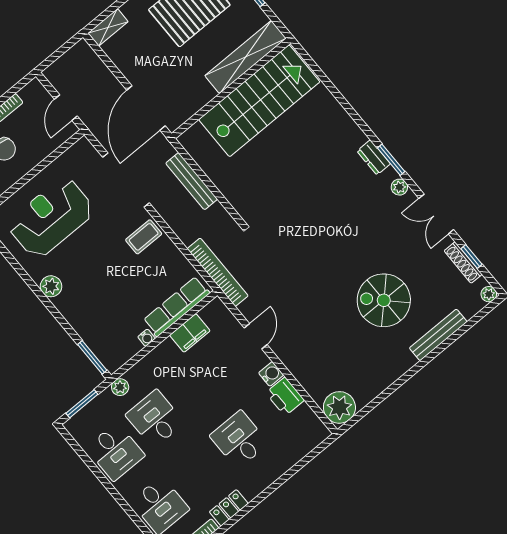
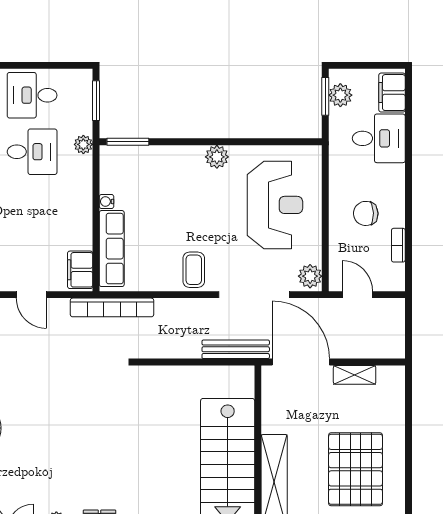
shelving: (108, 27) -> (355, 375), moved, turned 90
plant: (80, 152) -> (310, 276), added
bench: (192, 181) -> (236, 349), moved
filing cabinet: (190, 333) -> (80, 270), moved

